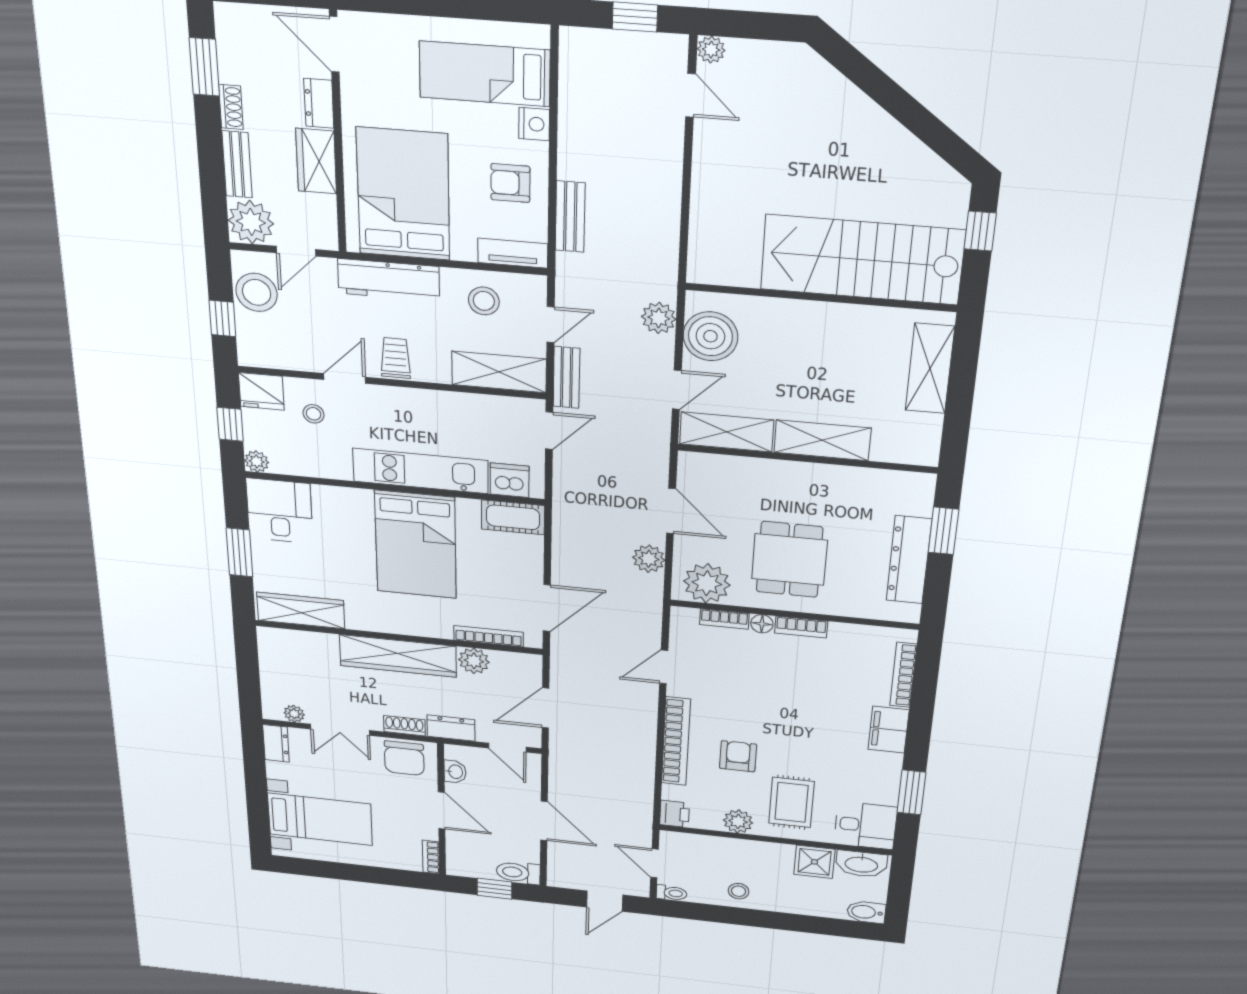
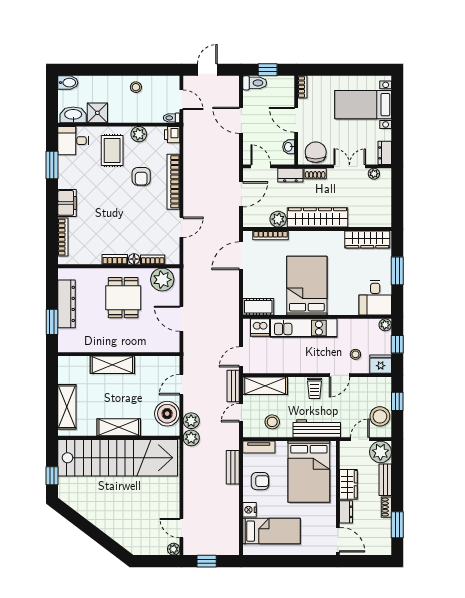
stairs: (862, 260) -> (118, 458), width x1.36
shelving: (727, 432) -> (119, 427), moved
plant: (649, 559) -> (191, 438), moved
toilet: (671, 893) -> (172, 118), moved

